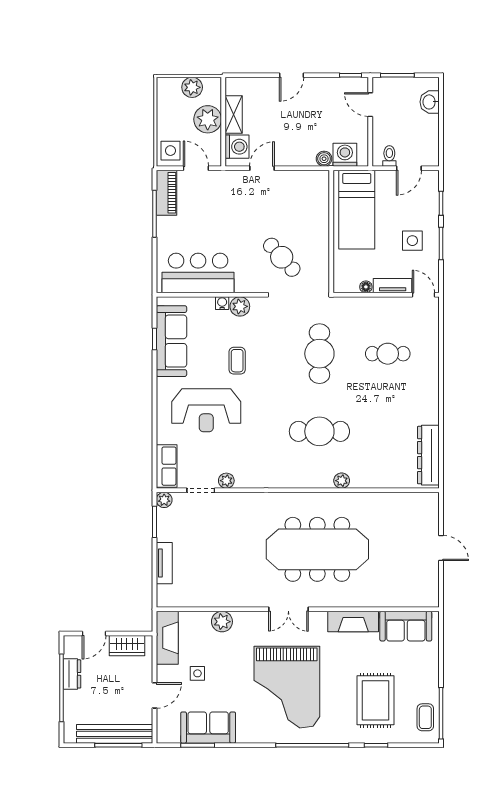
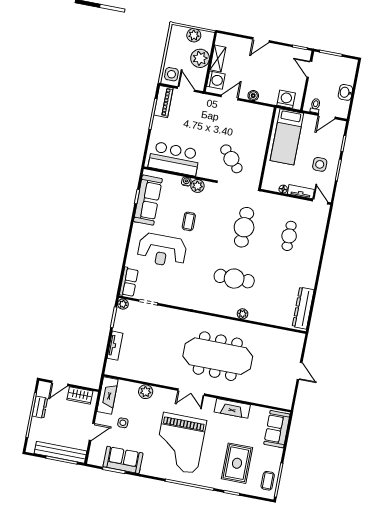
washbasin: (430, 102) -> (345, 92), moved
boiler: (324, 159) -> (253, 96), moved
cafe table: (388, 354) -> (289, 236), turned 90
plant: (226, 481) -> (166, 299), removed
sofa: (406, 626) -> (277, 429), moved, turned 90

